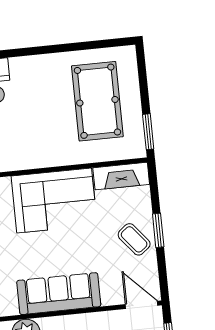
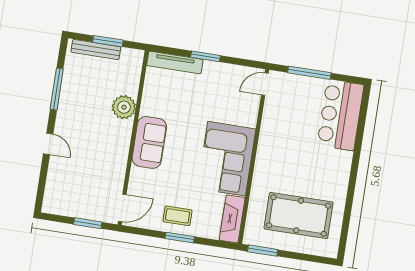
coffee table: (134, 239) -> (177, 216), turned 39
sofa: (59, 294) -> (149, 142), width x0.73

